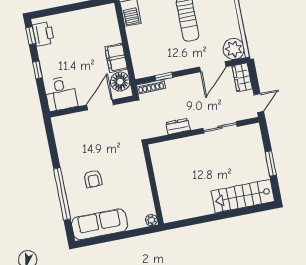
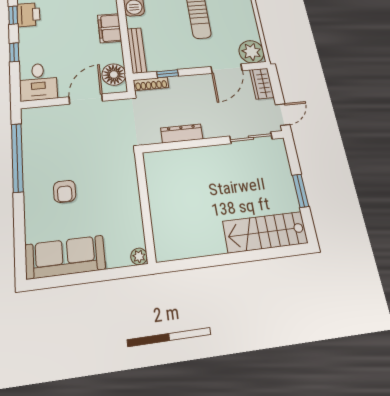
filing cabinet: (116, 58) -> (110, 28), moved
bench: (137, 58) -> (137, 50), added
dresser: (178, 126) -> (182, 134), width x1.44
sliding door: (220, 127) -> (251, 138), moved
window: (62, 194) -> (17, 157), moved

